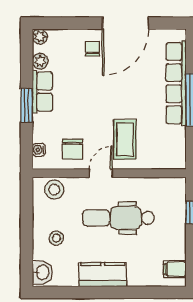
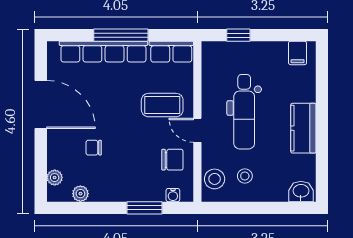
plant: (40, 36) -> (55, 178), moved
chair: (92, 49) -> (94, 148), moved
row of seats: (42, 92) -> (171, 52), moved, turned 180
window: (27, 105) -> (144, 208), moved
stool: (56, 238) -> (245, 176), moved

